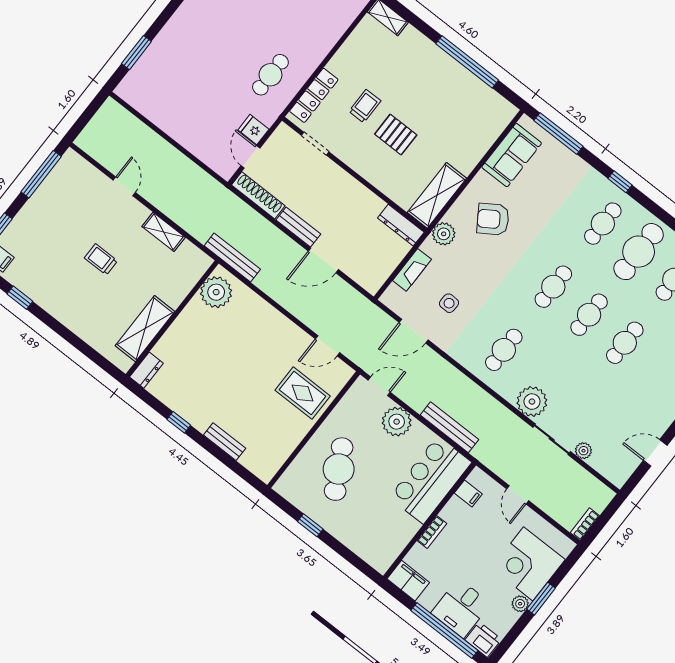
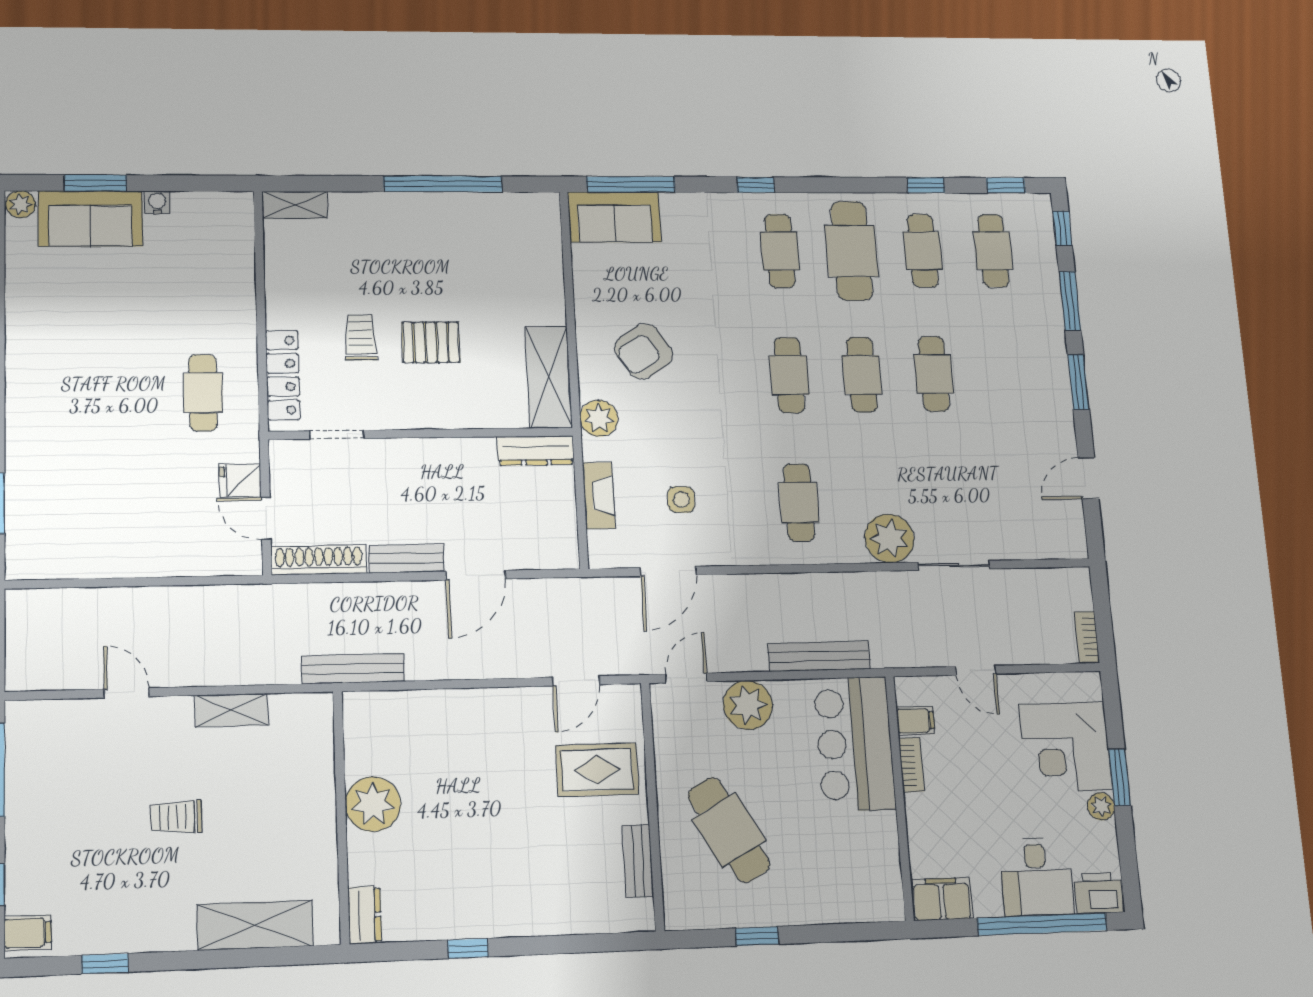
sofa: (512, 155) -> (614, 217), moved, turned 90
plant: (216, 292) -> (373, 804), moved
shelving: (145, 329) -> (255, 925), moved, turned 90
bench: (225, 442) -> (638, 861), moved, turned 90
plant: (583, 451) -> (1004, 547), removed
bookcase: (432, 532) -> (911, 765), moved

